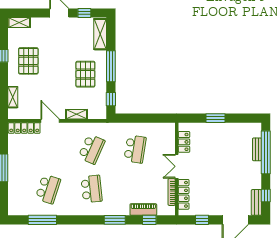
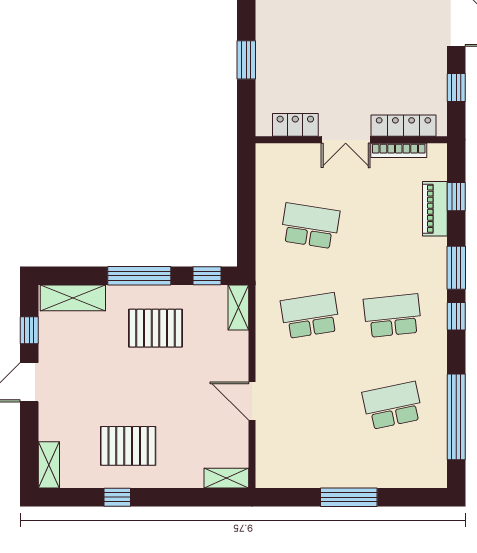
shelving: (13, 97) -> (226, 478), moved
shelving: (76, 114) -> (238, 307), moved
door: (50, 121) -> (252, 401), hinge flipped
locker: (24, 128) -> (266, 455), removed
school desk: (92, 149) -> (310, 316), turned -33
school desk: (48, 189) -> (392, 405), turned -30
window: (42, 220) -> (456, 417), width x1.46
window: (91, 220) -> (456, 316), added

